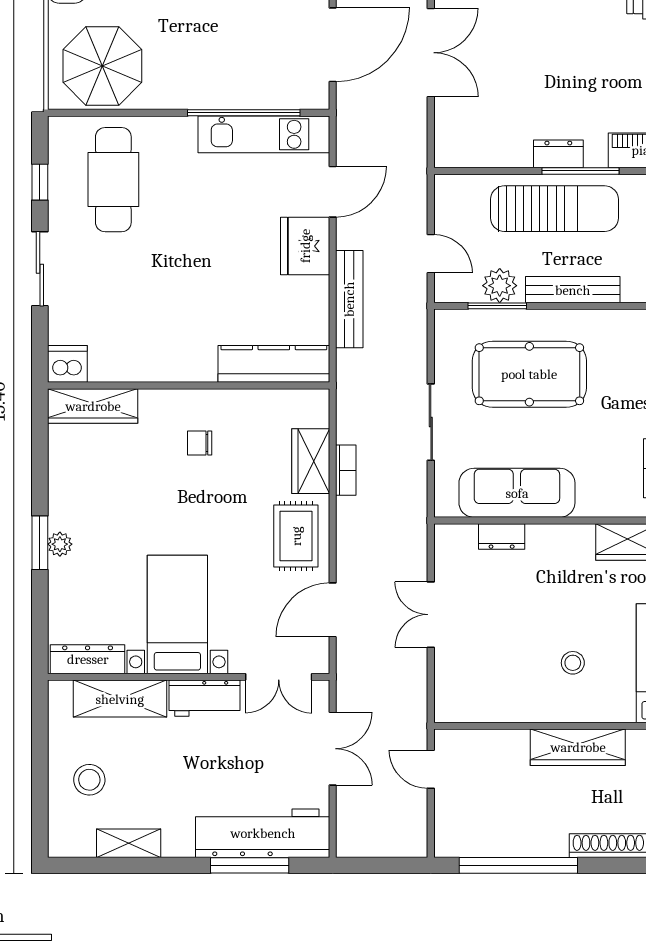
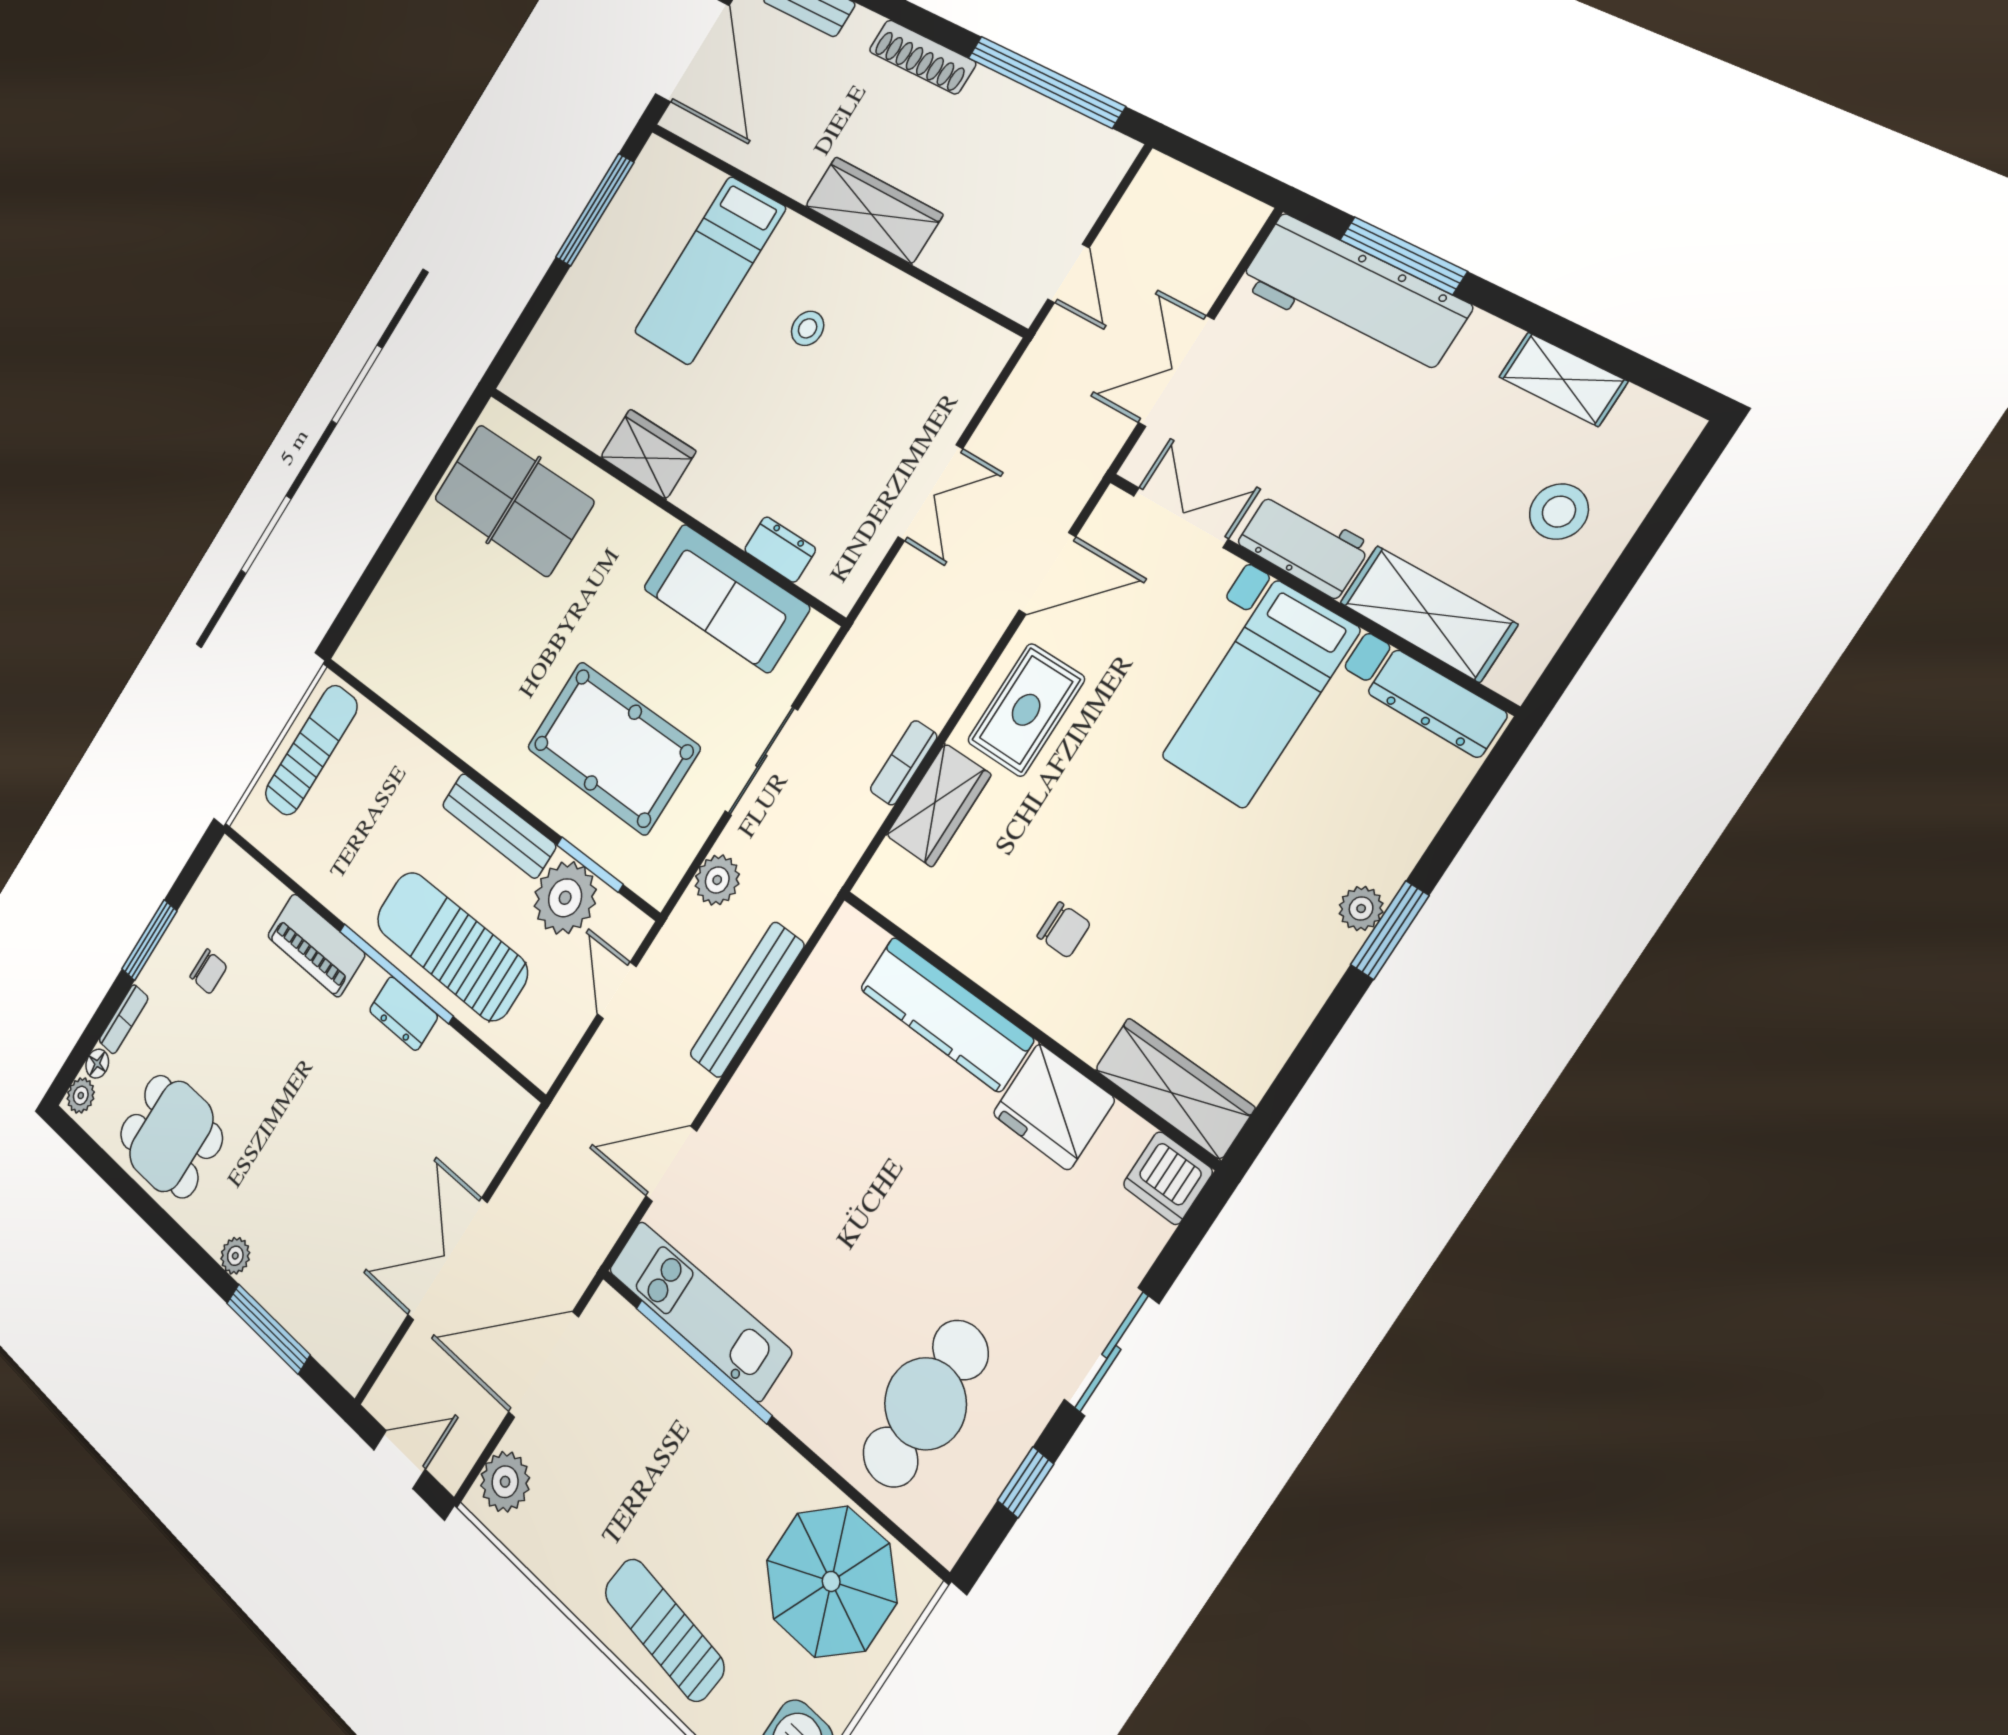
window: (580, 171) -> (396, 973), width x1.46
fridge: (305, 246) -> (1054, 1107), moved, turned 90
plant: (500, 286) -> (565, 898), width x1.36, depth x1.36
plant: (412, 346) -> (717, 880), added
kitchen counter: (274, 364) -> (946, 1014), moved

